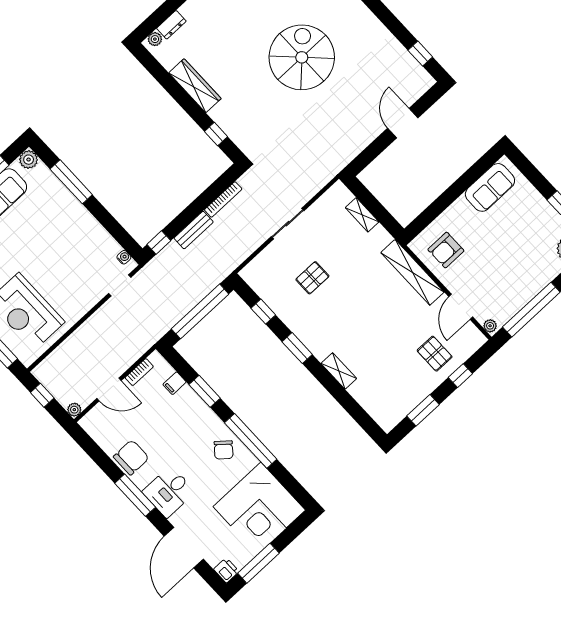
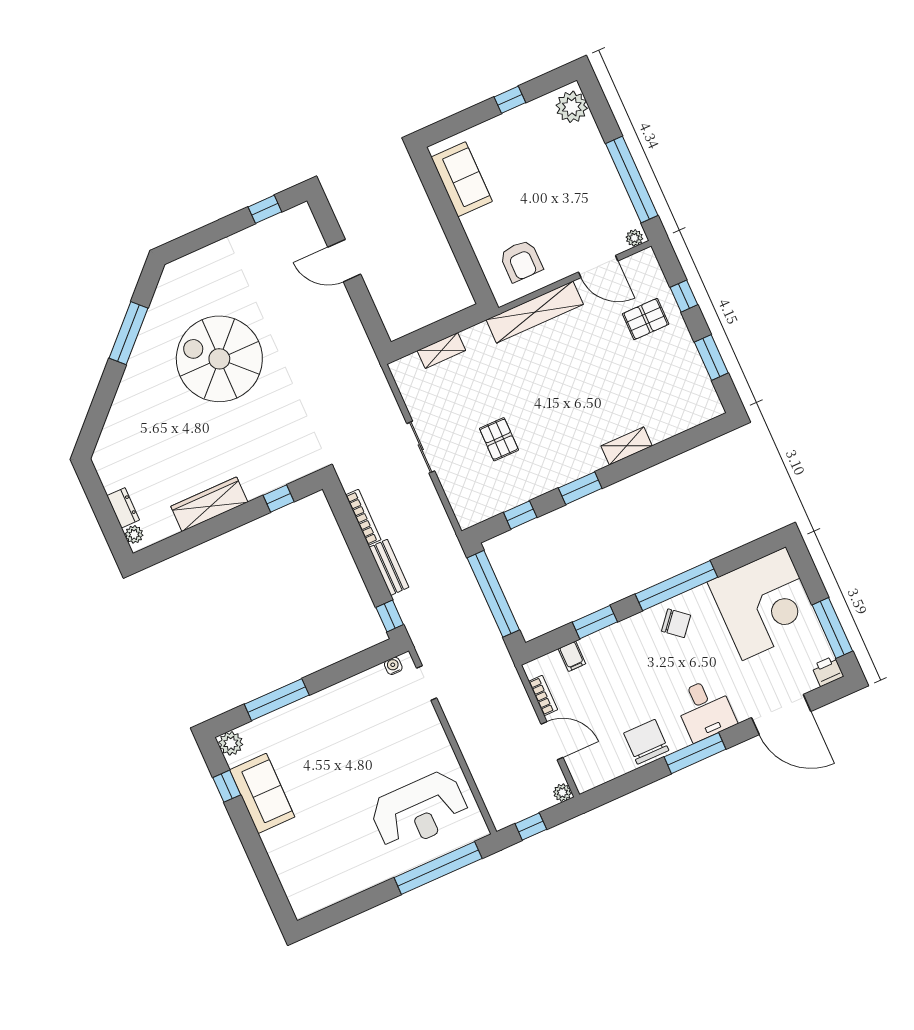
door: (109, 390) -> (552, 741), hinge flipped

